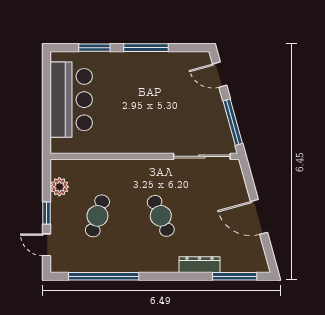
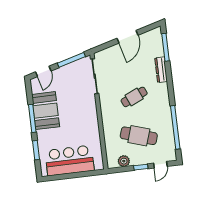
booth: (156, 71) -> (46, 111), added
cafe table: (97, 216) -> (139, 136), width x1.37, depth x1.35

